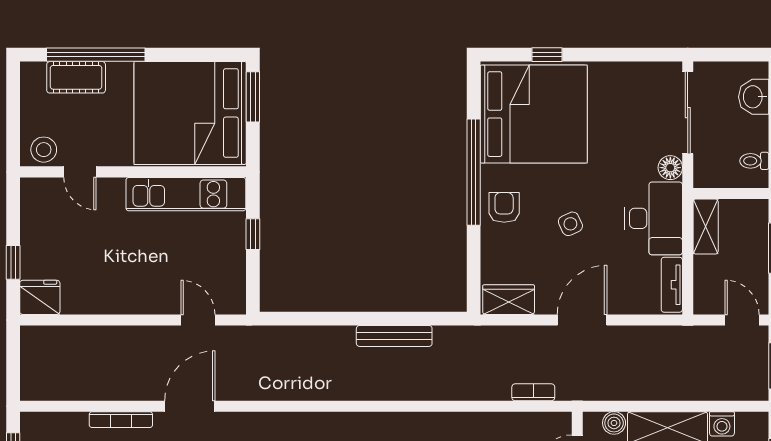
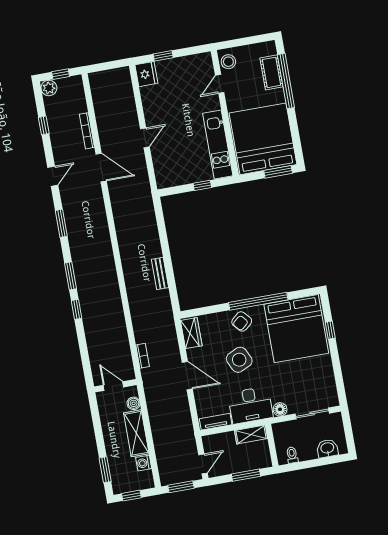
sliding door: (688, 113) -> (312, 414), width x0.73
armchair: (504, 207) -> (242, 321), turned 139
side table: (570, 224) -> (239, 360), width x1.87, depth x1.87
door: (198, 320) -> (145, 138), moved
bench: (394, 336) -> (160, 273), width x0.73

